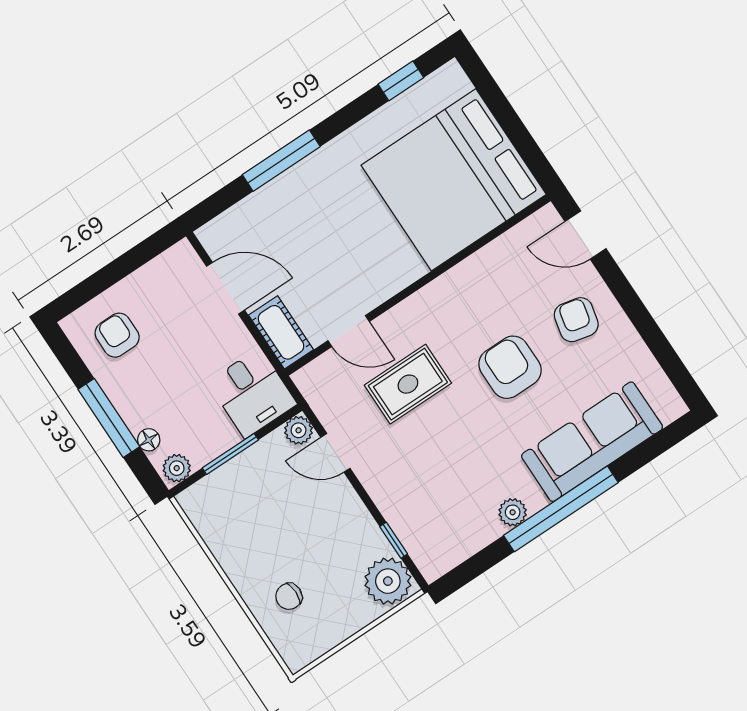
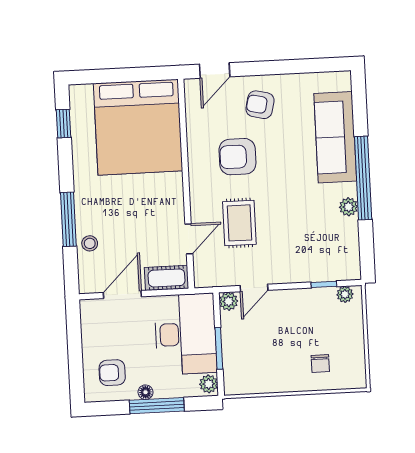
stool: (267, 207) -> (90, 243), added
armchair: (510, 367) -> (237, 157), moved
desk: (252, 393) -> (185, 334), width x1.87, depth x1.30
floor lamp: (149, 440) -> (146, 392), moved
plant: (388, 581) -> (345, 294), width x0.53, depth x0.53

